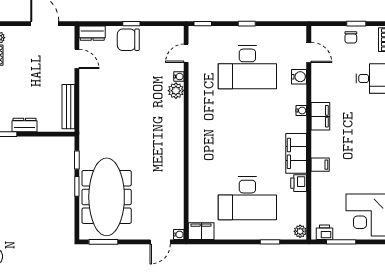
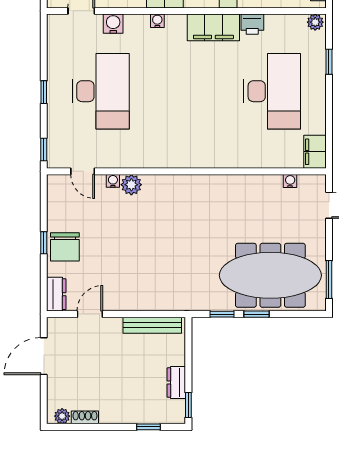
water cooler: (179, 234) -> (290, 181), moved

